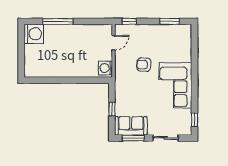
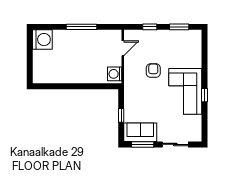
window: (58, 21) -> (81, 27), moved
window: (129, 21) -> (150, 27), moved
armchair: (144, 65) -> (153, 71), turned 87
window: (195, 120) -> (204, 95), moved

